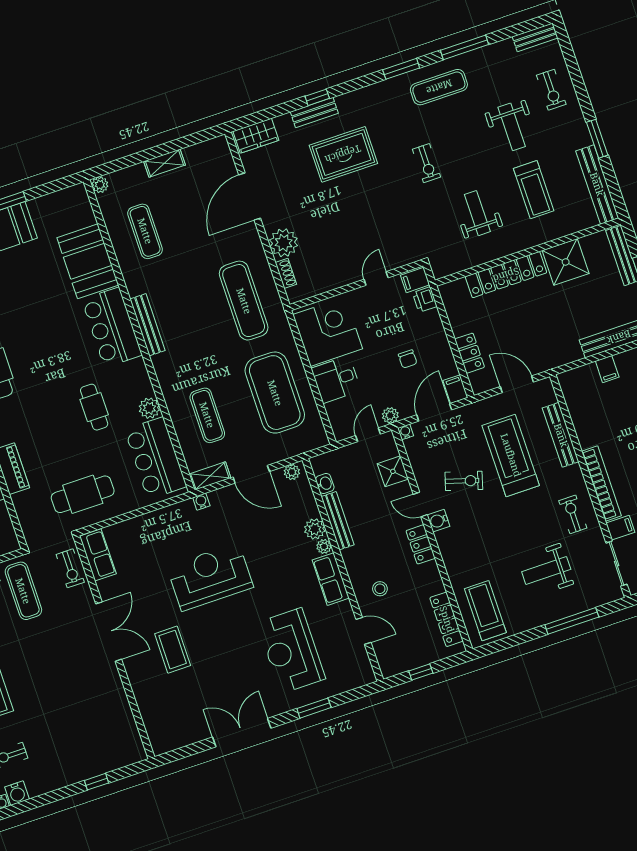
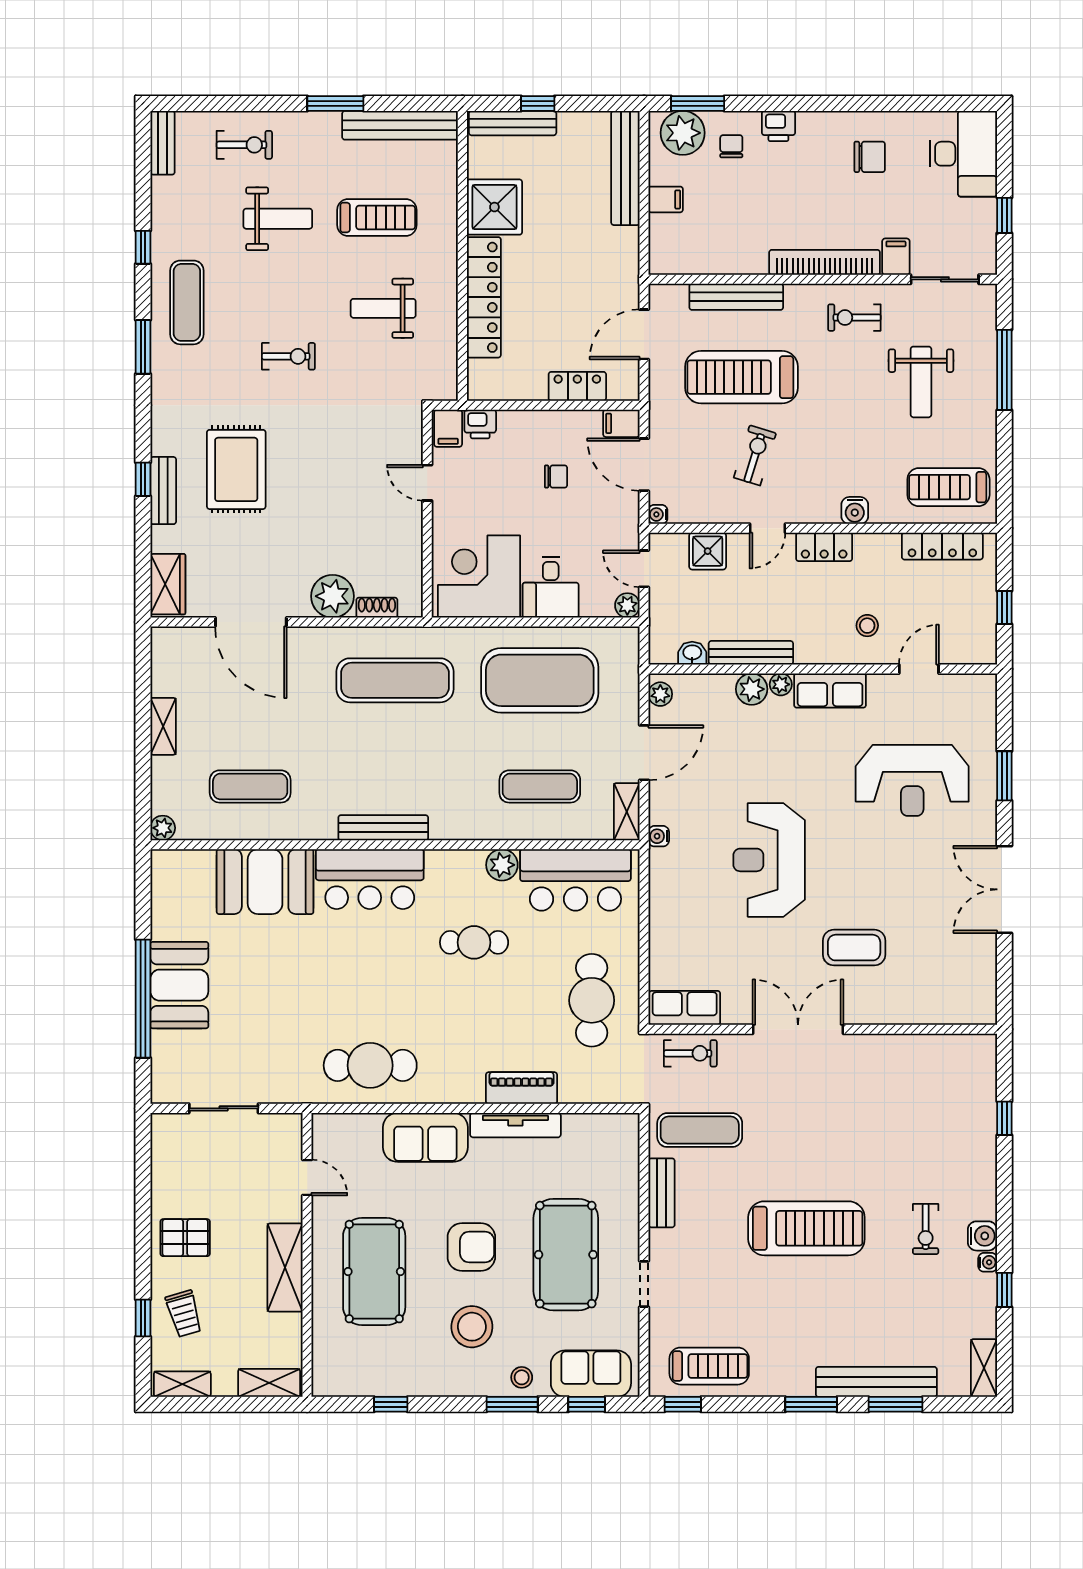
window: (465, 47) -> (143, 247), width x0.46
plant: (390, 415) -> (627, 605), moved
water cooler: (438, 521) -> (855, 510), moved

